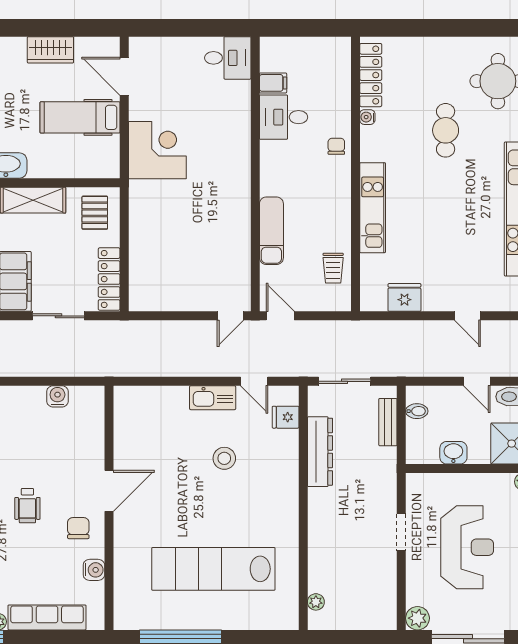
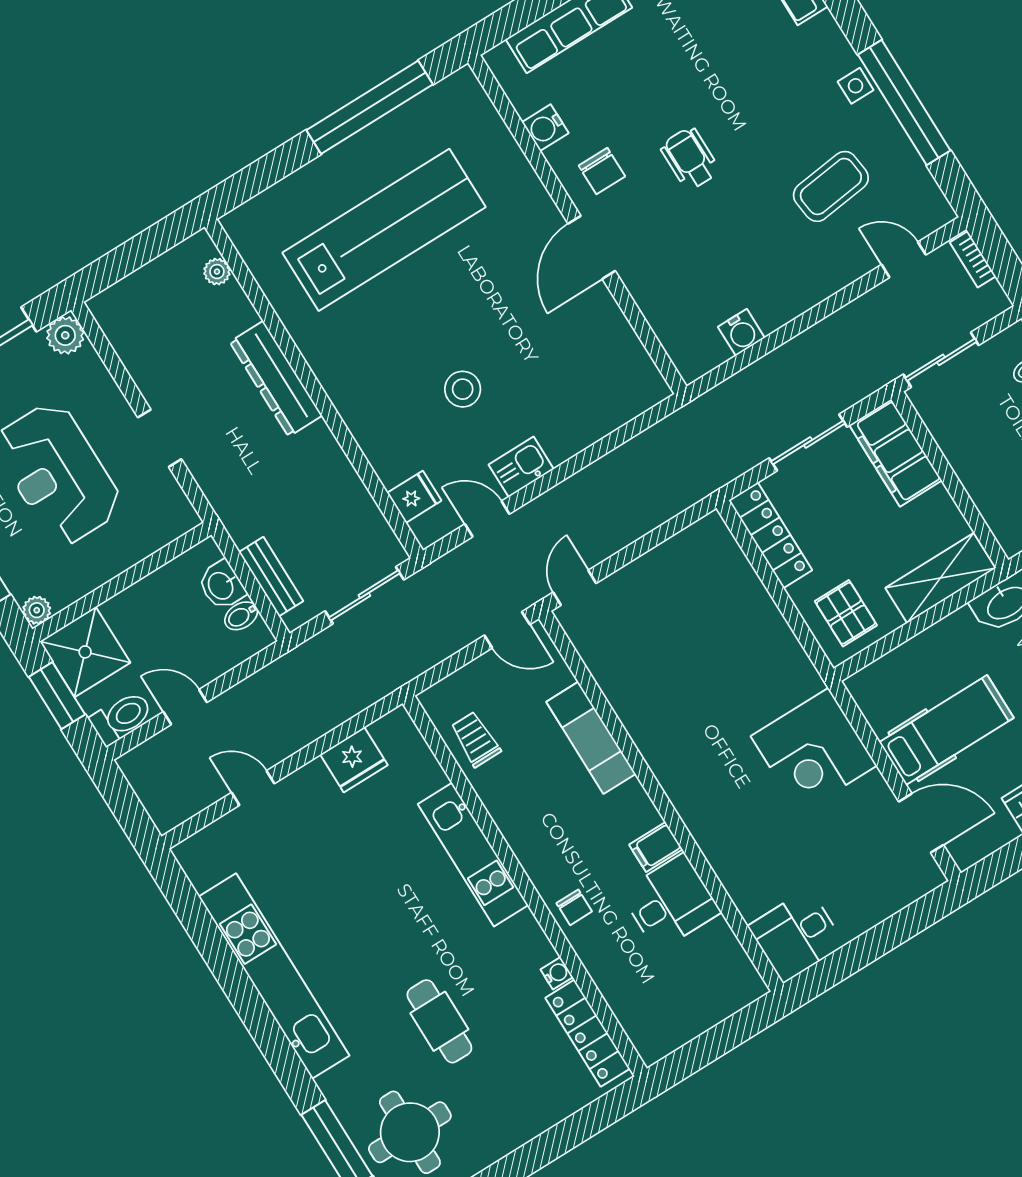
filing cabinet: (273, 83) -> (656, 847), moved
kitchen sink: (213, 398) -> (521, 467), width x0.73
dresser: (320, 452) -> (276, 379), moved
washbasin: (453, 453) -> (221, 585), moved, turned 90

